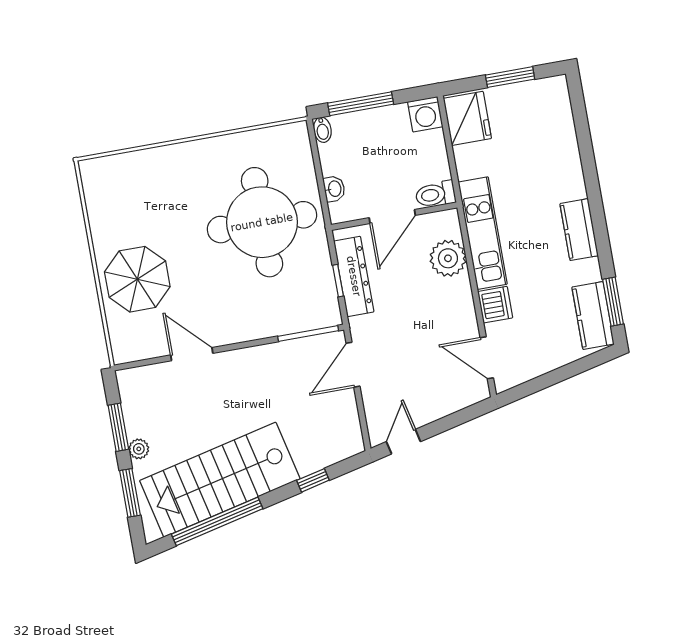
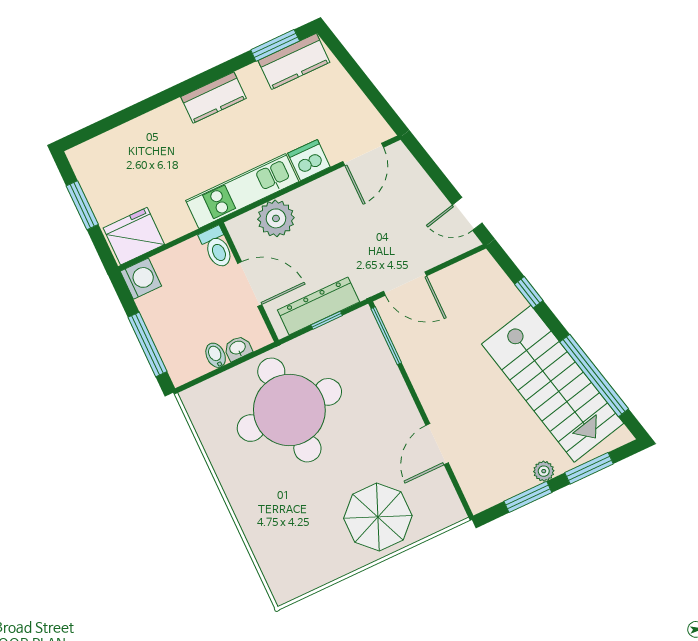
bidet: (322, 130) -> (216, 355), moved, turned -90

